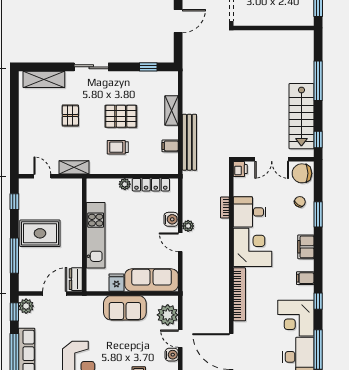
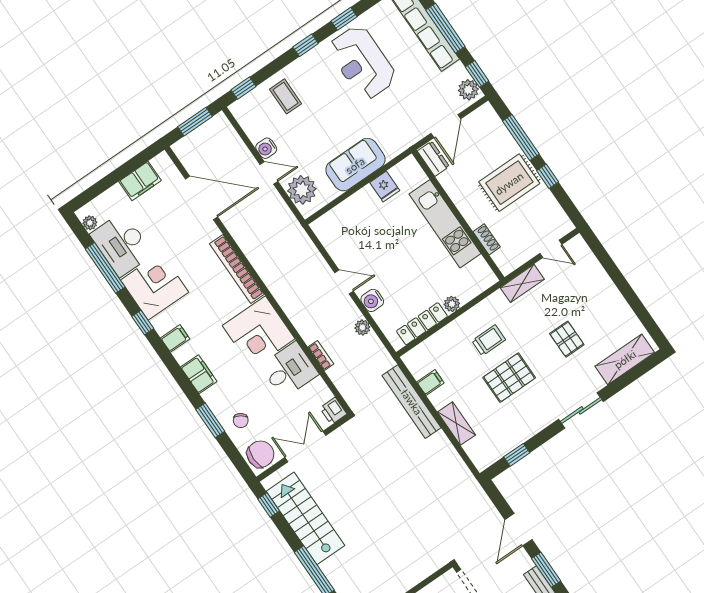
window: (14, 202) -> (548, 176), moved
shoe rack: (77, 209) -> (487, 239), added
plant: (188, 226) -> (362, 327), moved
sofa: (152, 280) -> (347, 217), removed

